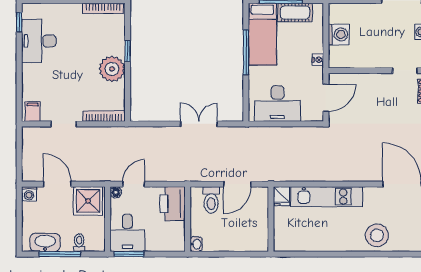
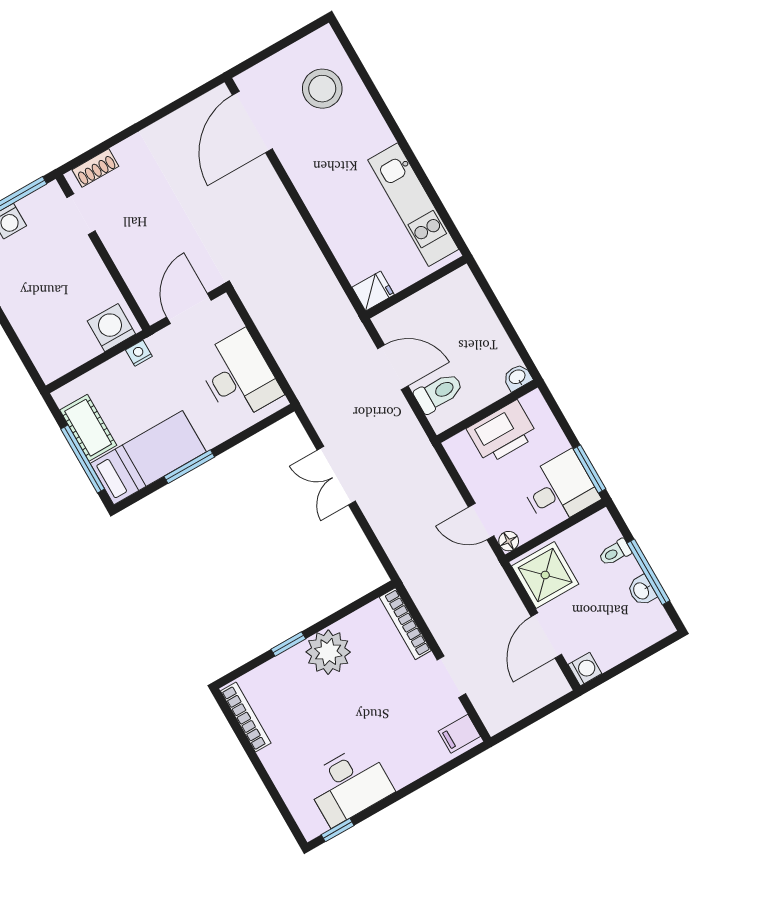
washing machine: (339, 35) -> (111, 328), moved
window: (246, 52) -> (189, 467), width x0.69
door: (326, 98) -> (189, 309), hinge flipped
kitchen unit: (327, 197) -> (413, 205), moved, turned 180
printer: (173, 204) -> (502, 432), moved
stool: (377, 235) -> (322, 89), moved
washbasin: (45, 242) -> (642, 591), width x0.52, depth x0.69

